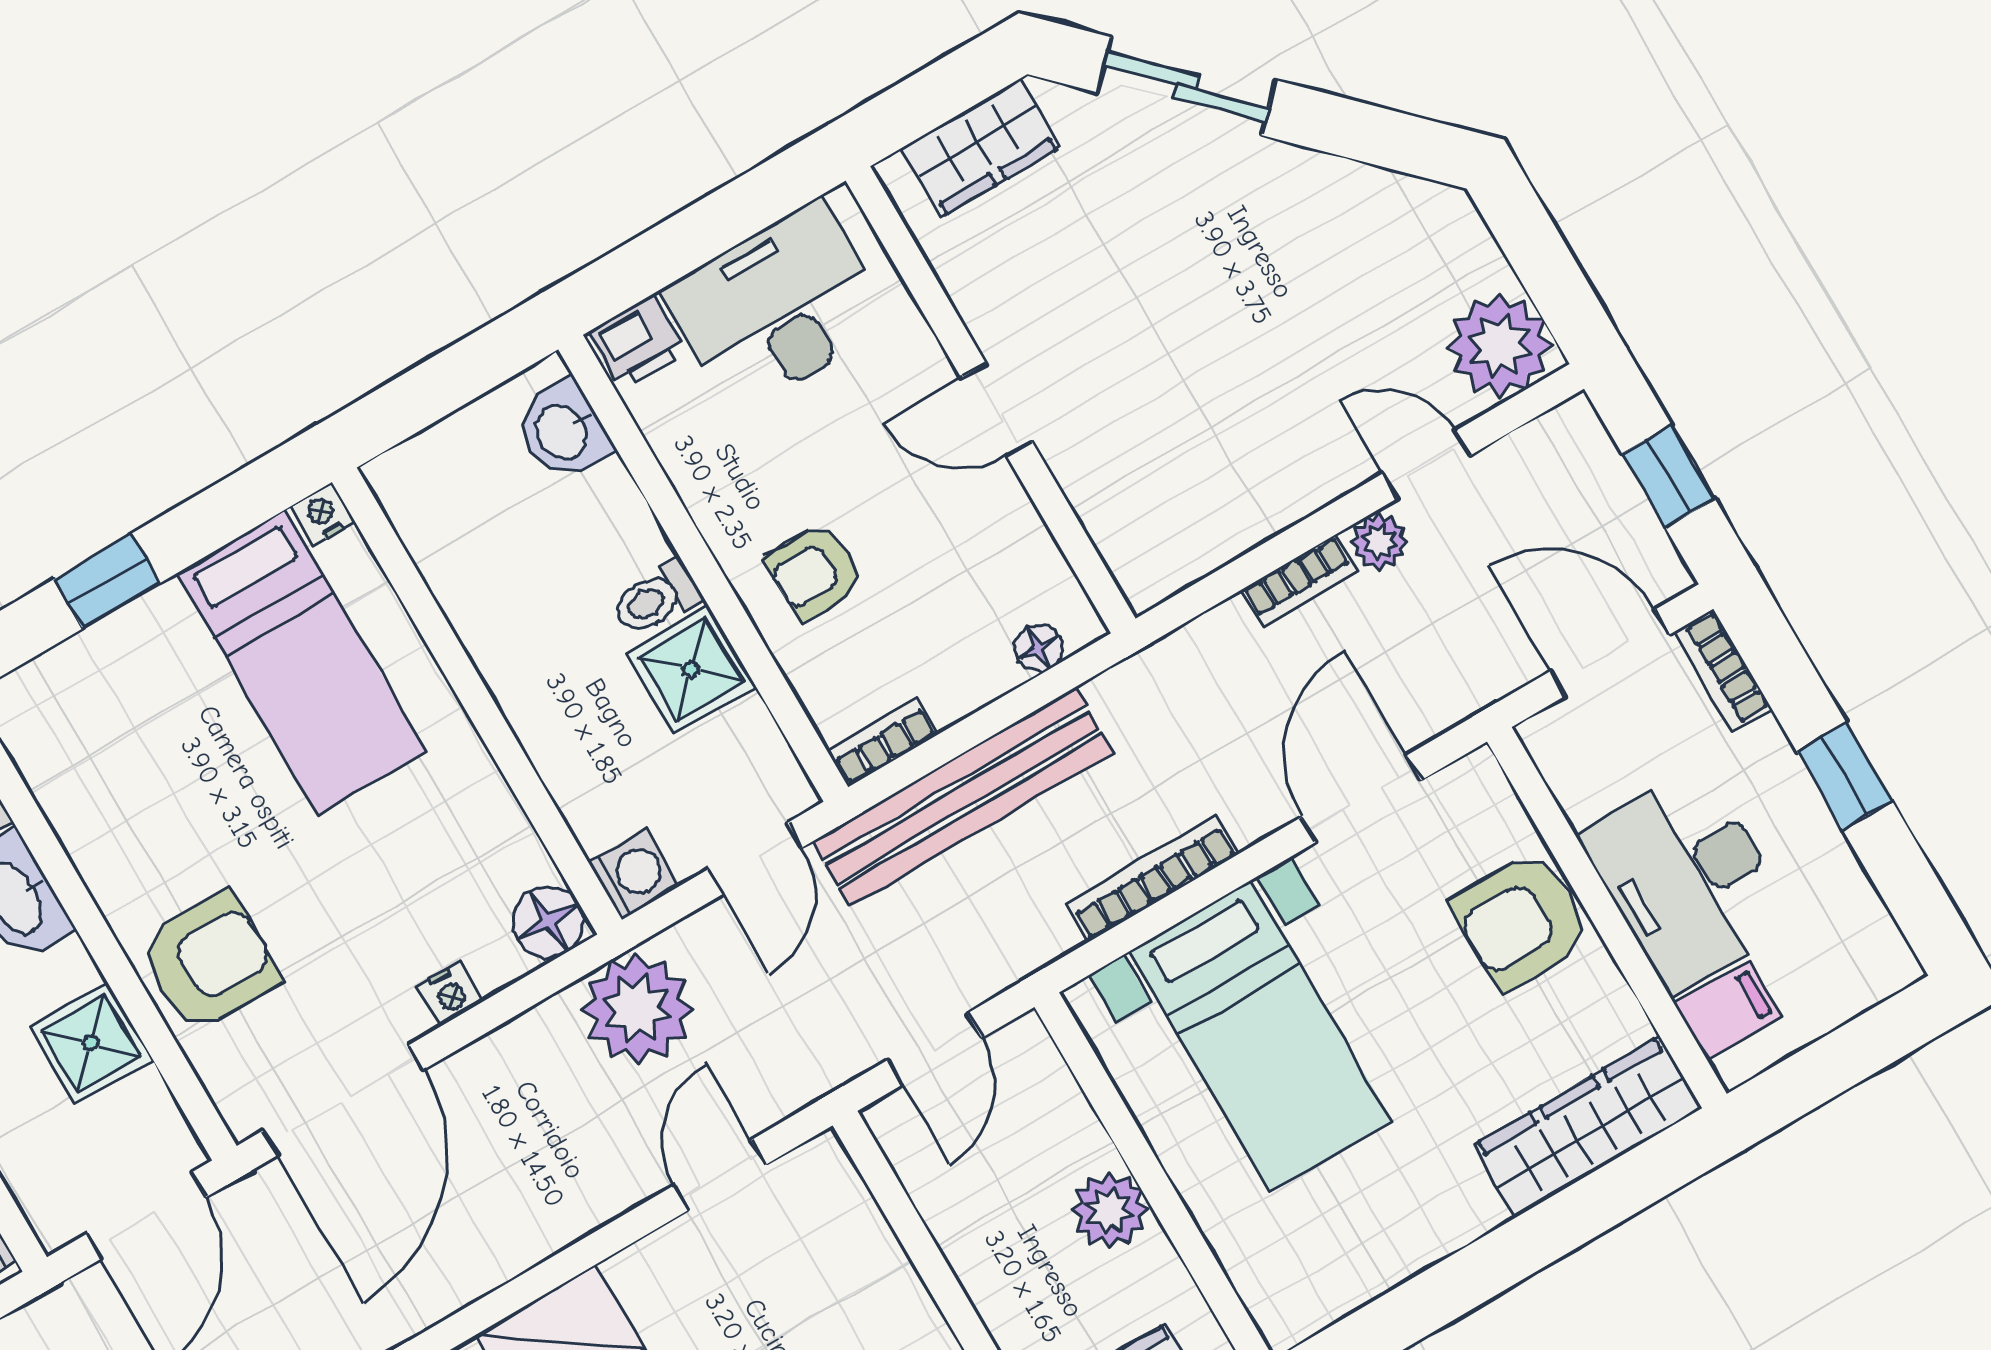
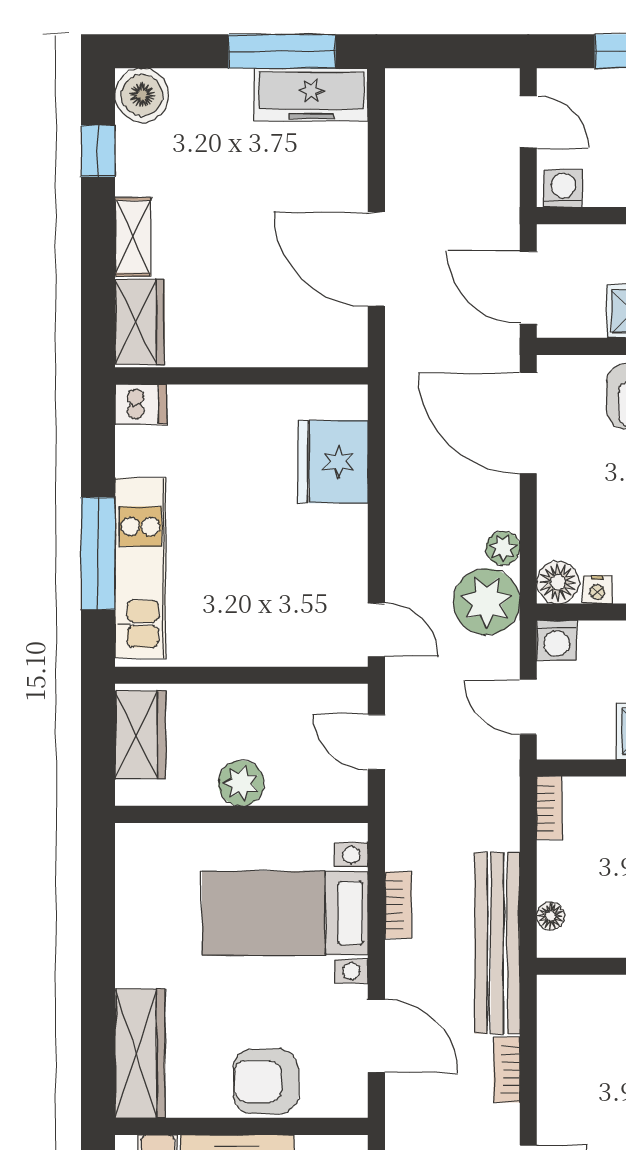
plant: (1379, 542) -> (503, 548), moved
bench: (963, 797) -> (497, 943), moved
bookcase: (1152, 879) -> (398, 905), width x0.64
armchair: (1521, 921) -> (266, 1081), turned -90
nightstand: (450, 994) -> (597, 590), moved, turned -90
door: (720, 1175) -> (376, 630), moved

